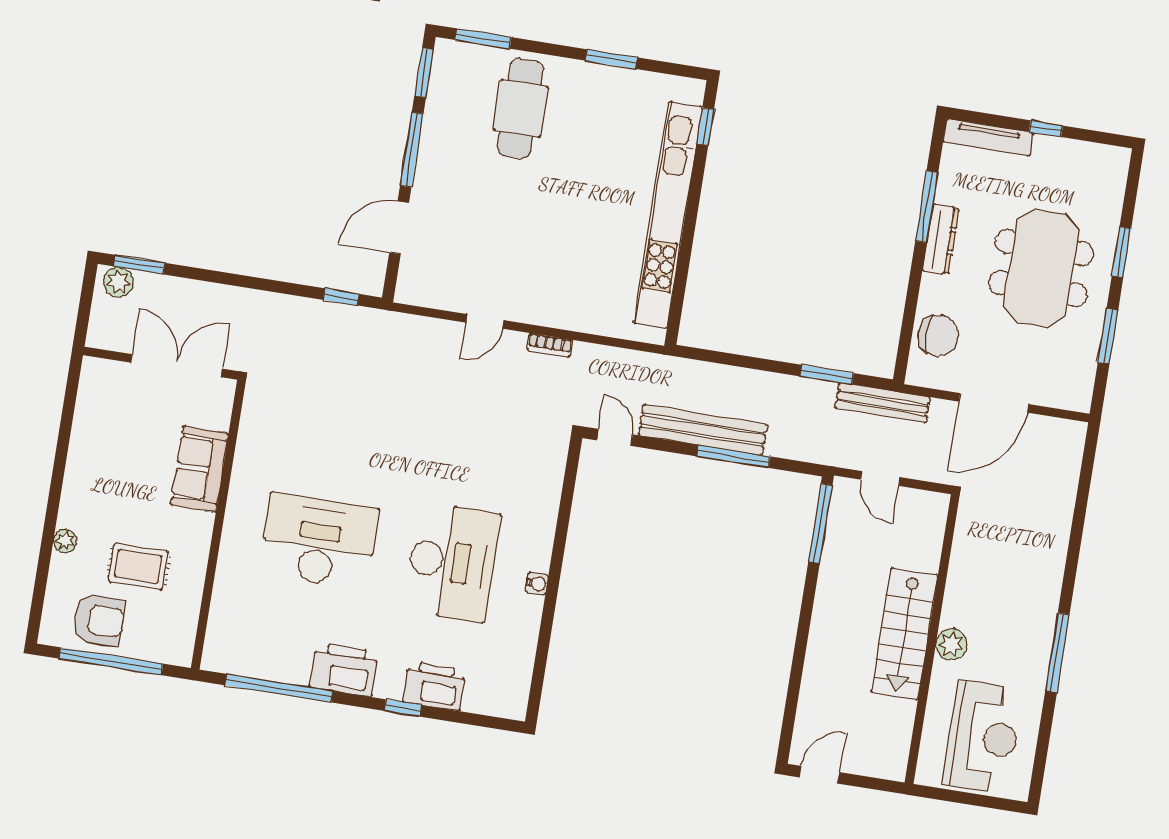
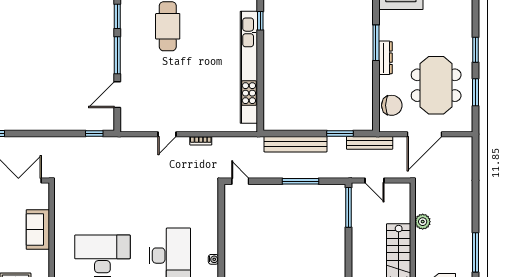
meeting table: (1041, 268) -> (436, 85), moved
bench: (703, 430) -> (295, 144), moved
plant: (951, 644) -> (423, 222), moved

